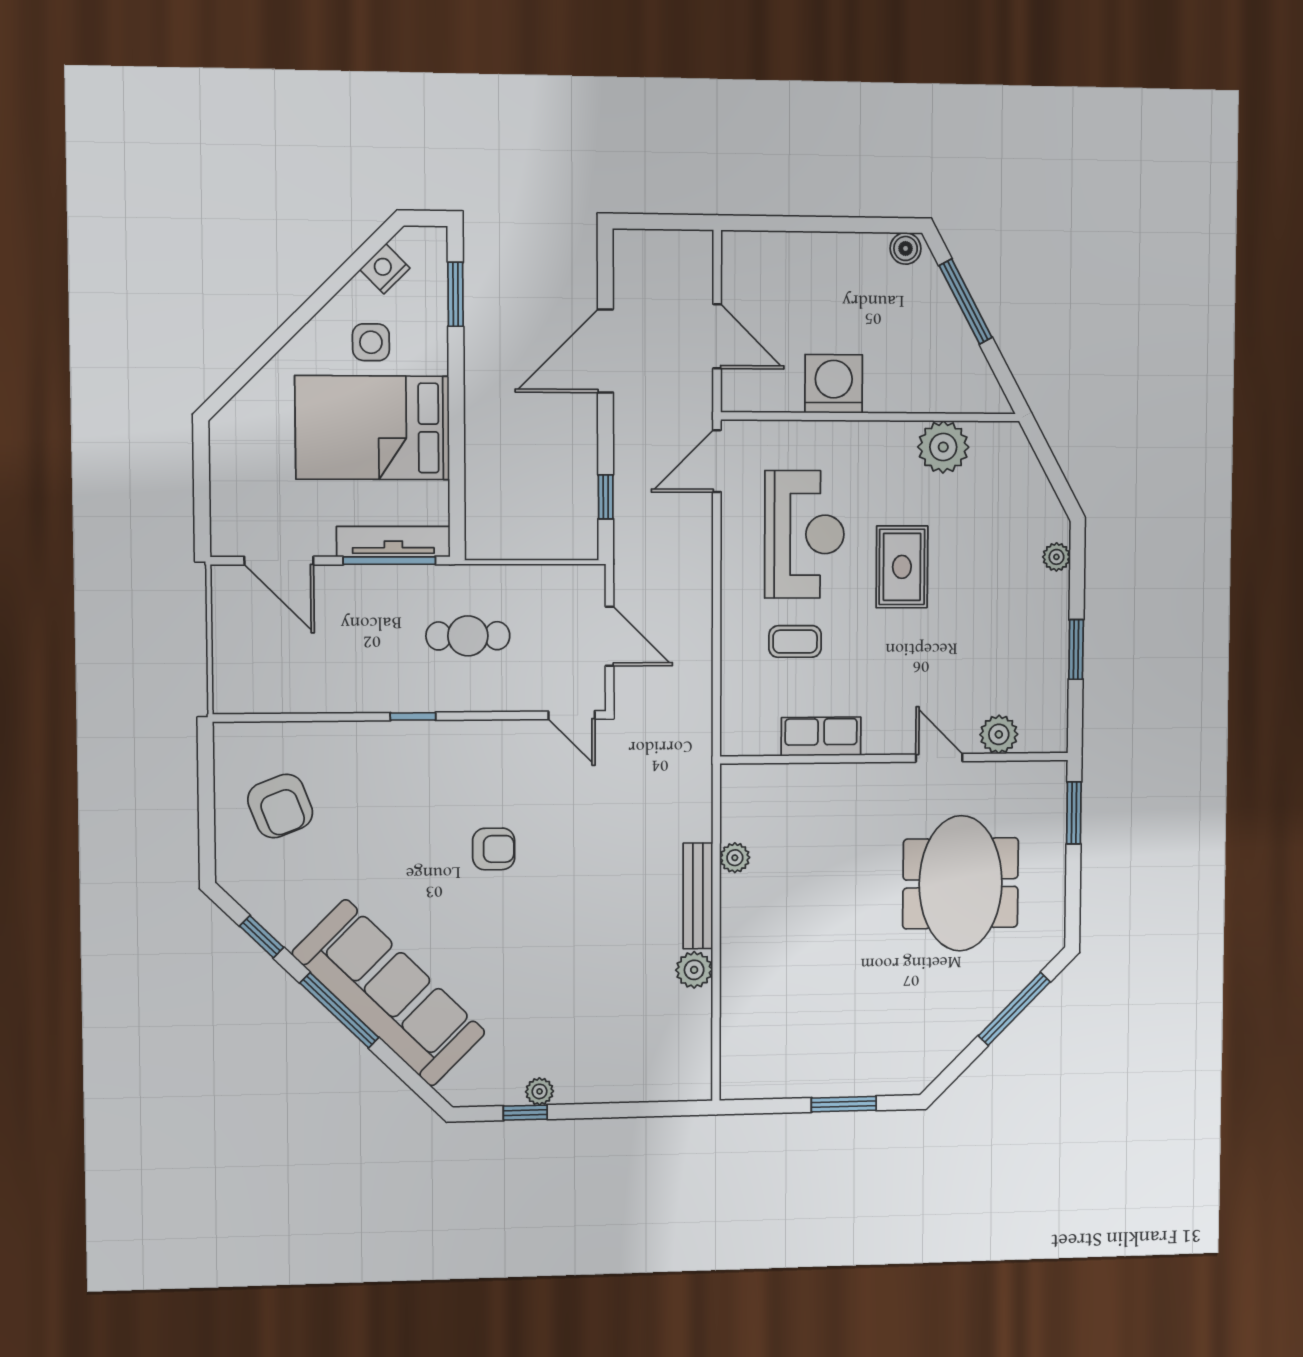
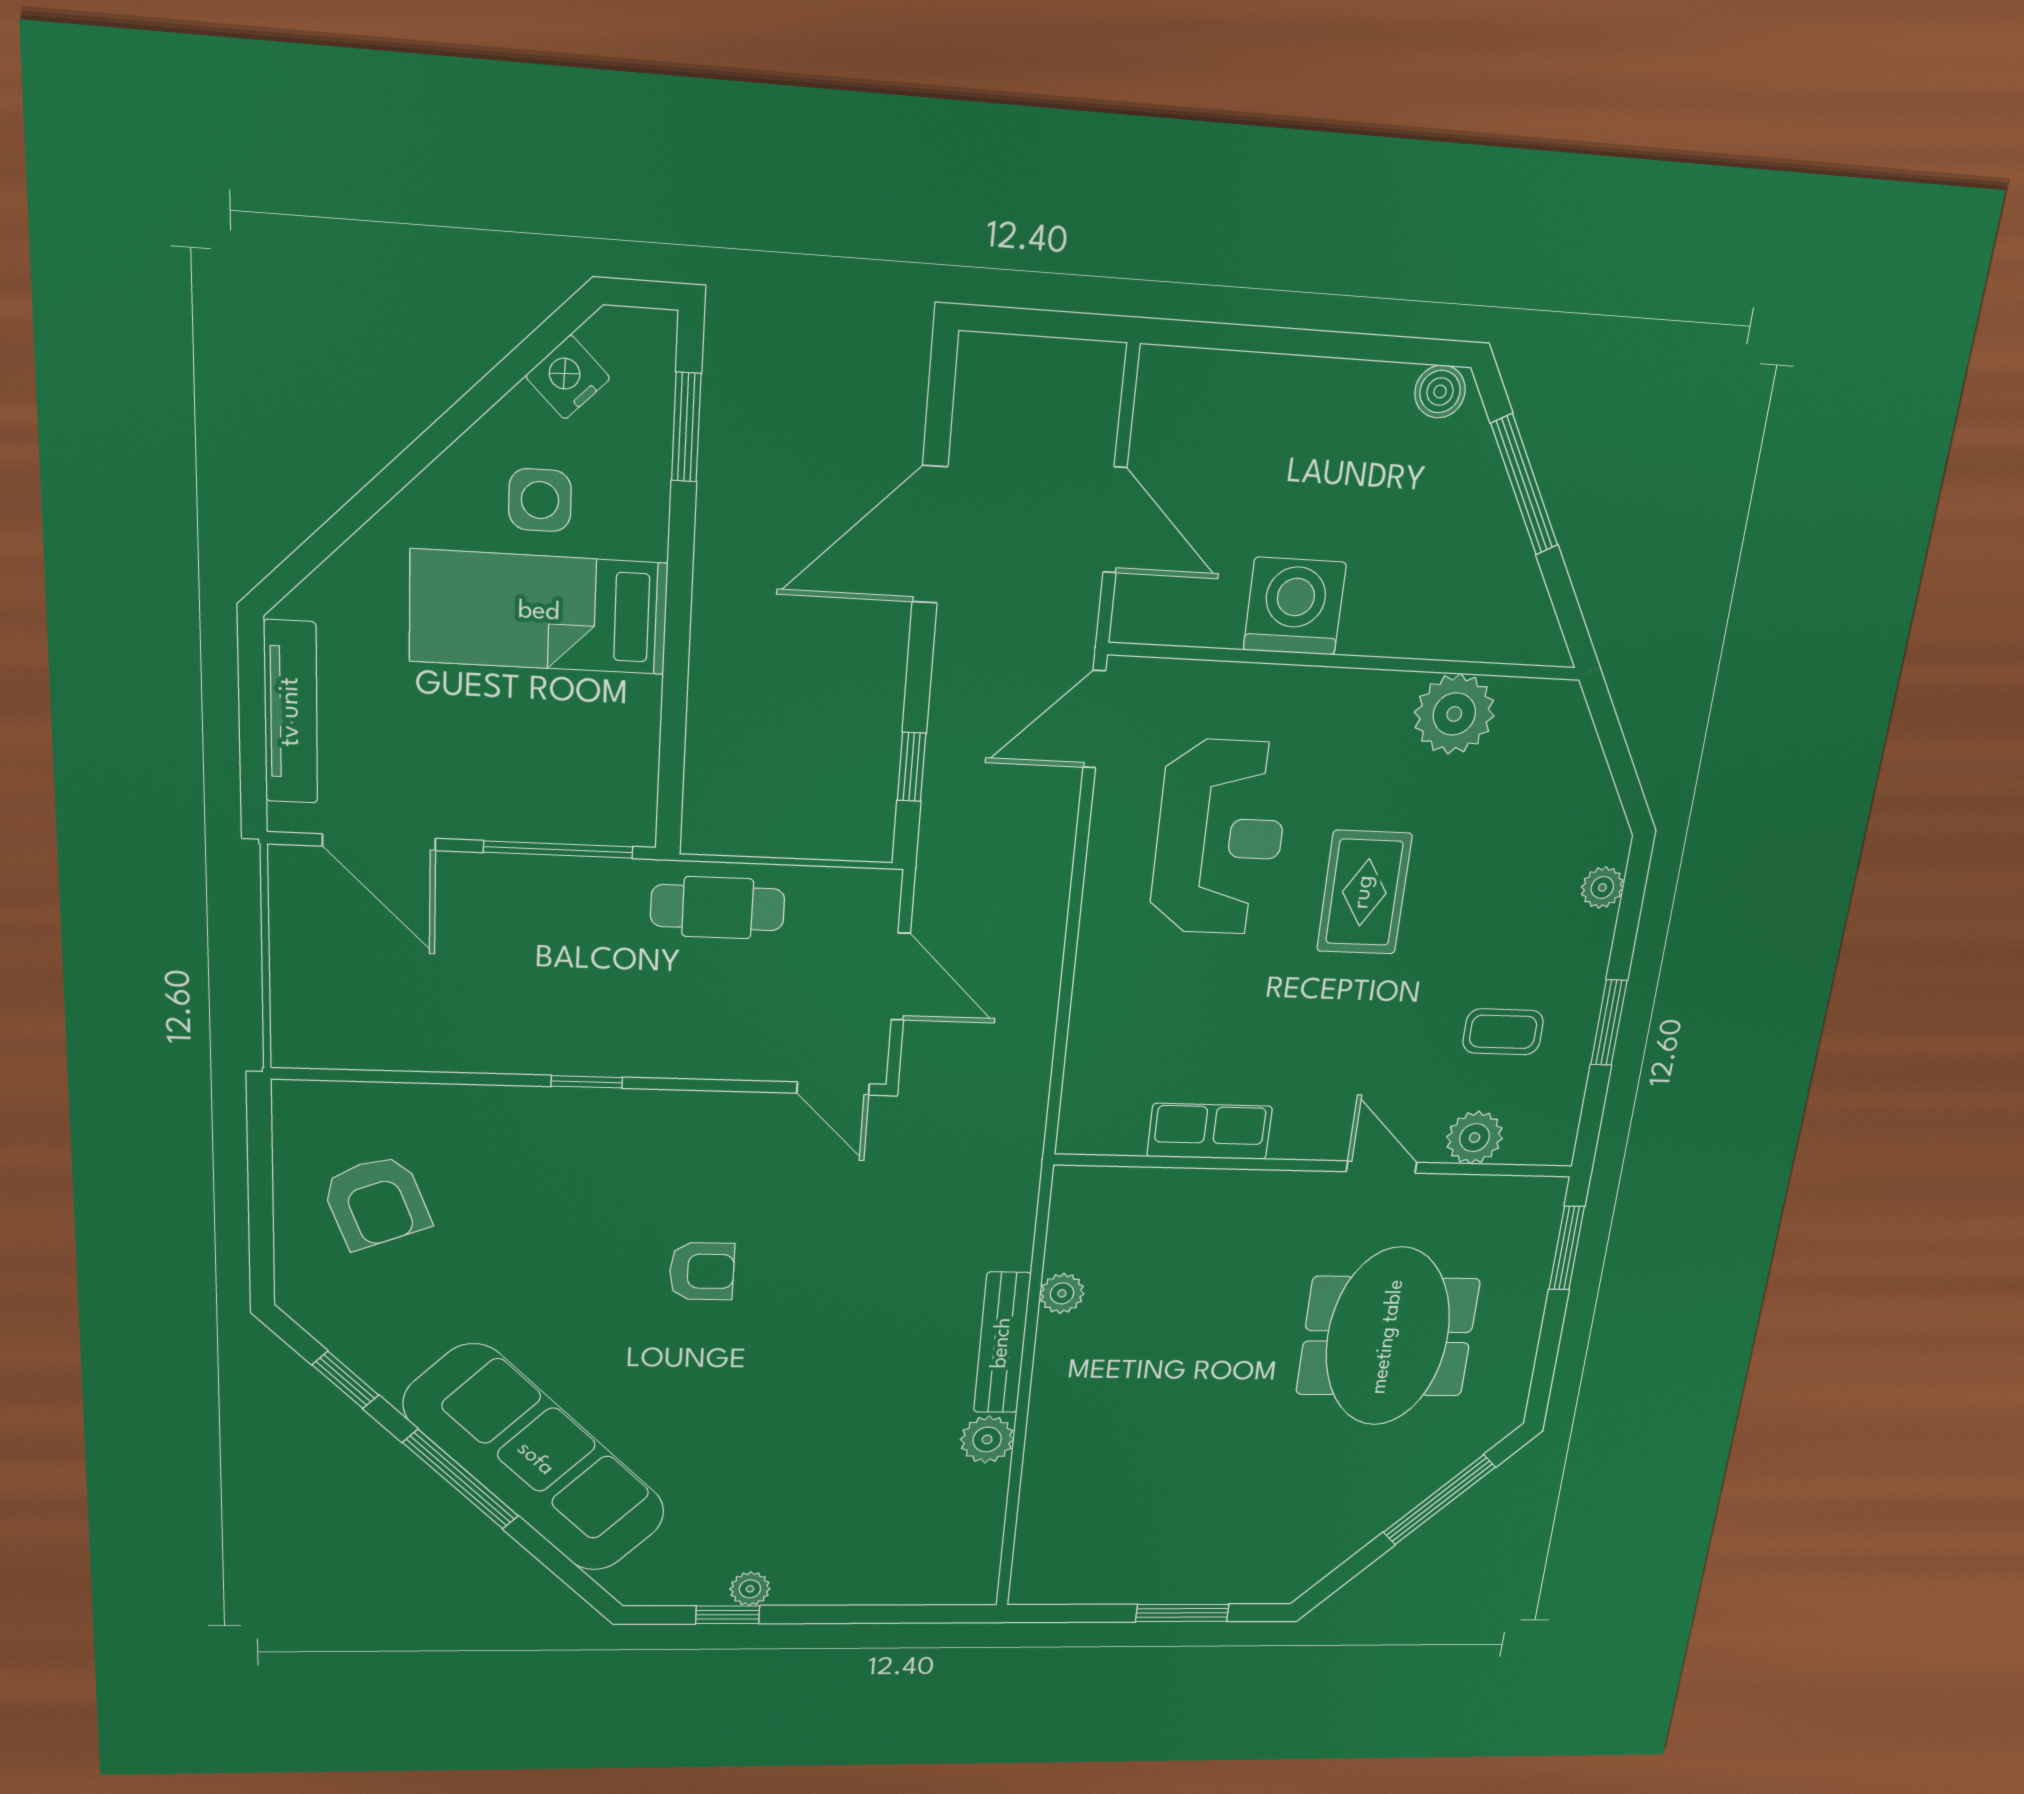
bed: (372, 428) -> (539, 612), width x0.67
tv unit: (393, 542) -> (291, 712), moved, turned 90
cafe table: (468, 636) -> (718, 908), moved
coffee table: (795, 641) -> (1503, 1032), moved

